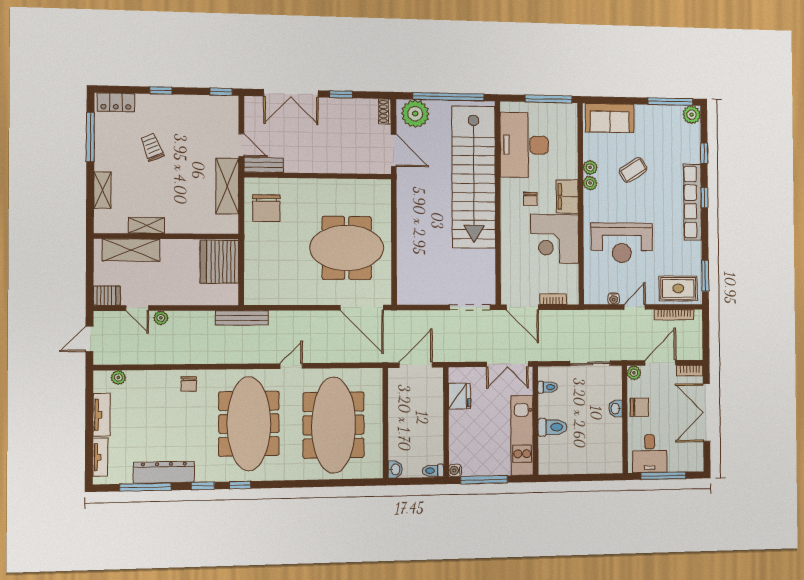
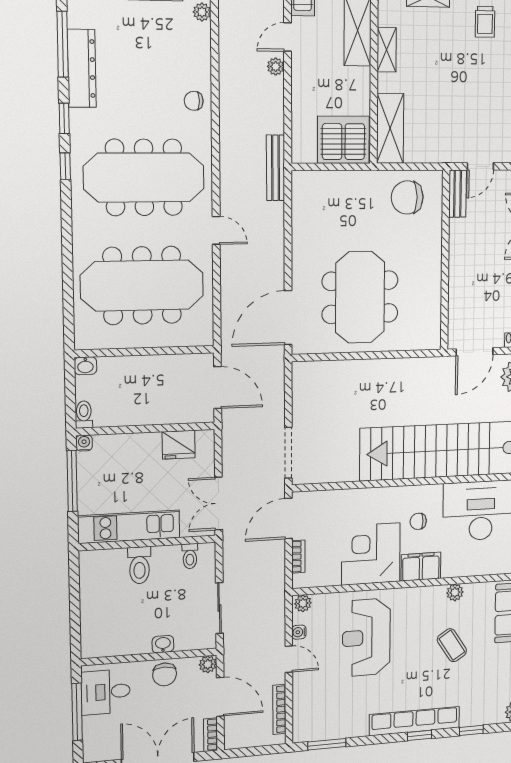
trolley: (152, 147) -> (485, 22), moved, turned 112
plant: (590, 183) -> (303, 603), moved
shelving: (227, 186) -> (390, 128), moved, turned 90
rug: (678, 288) -> (311, 712), removed

